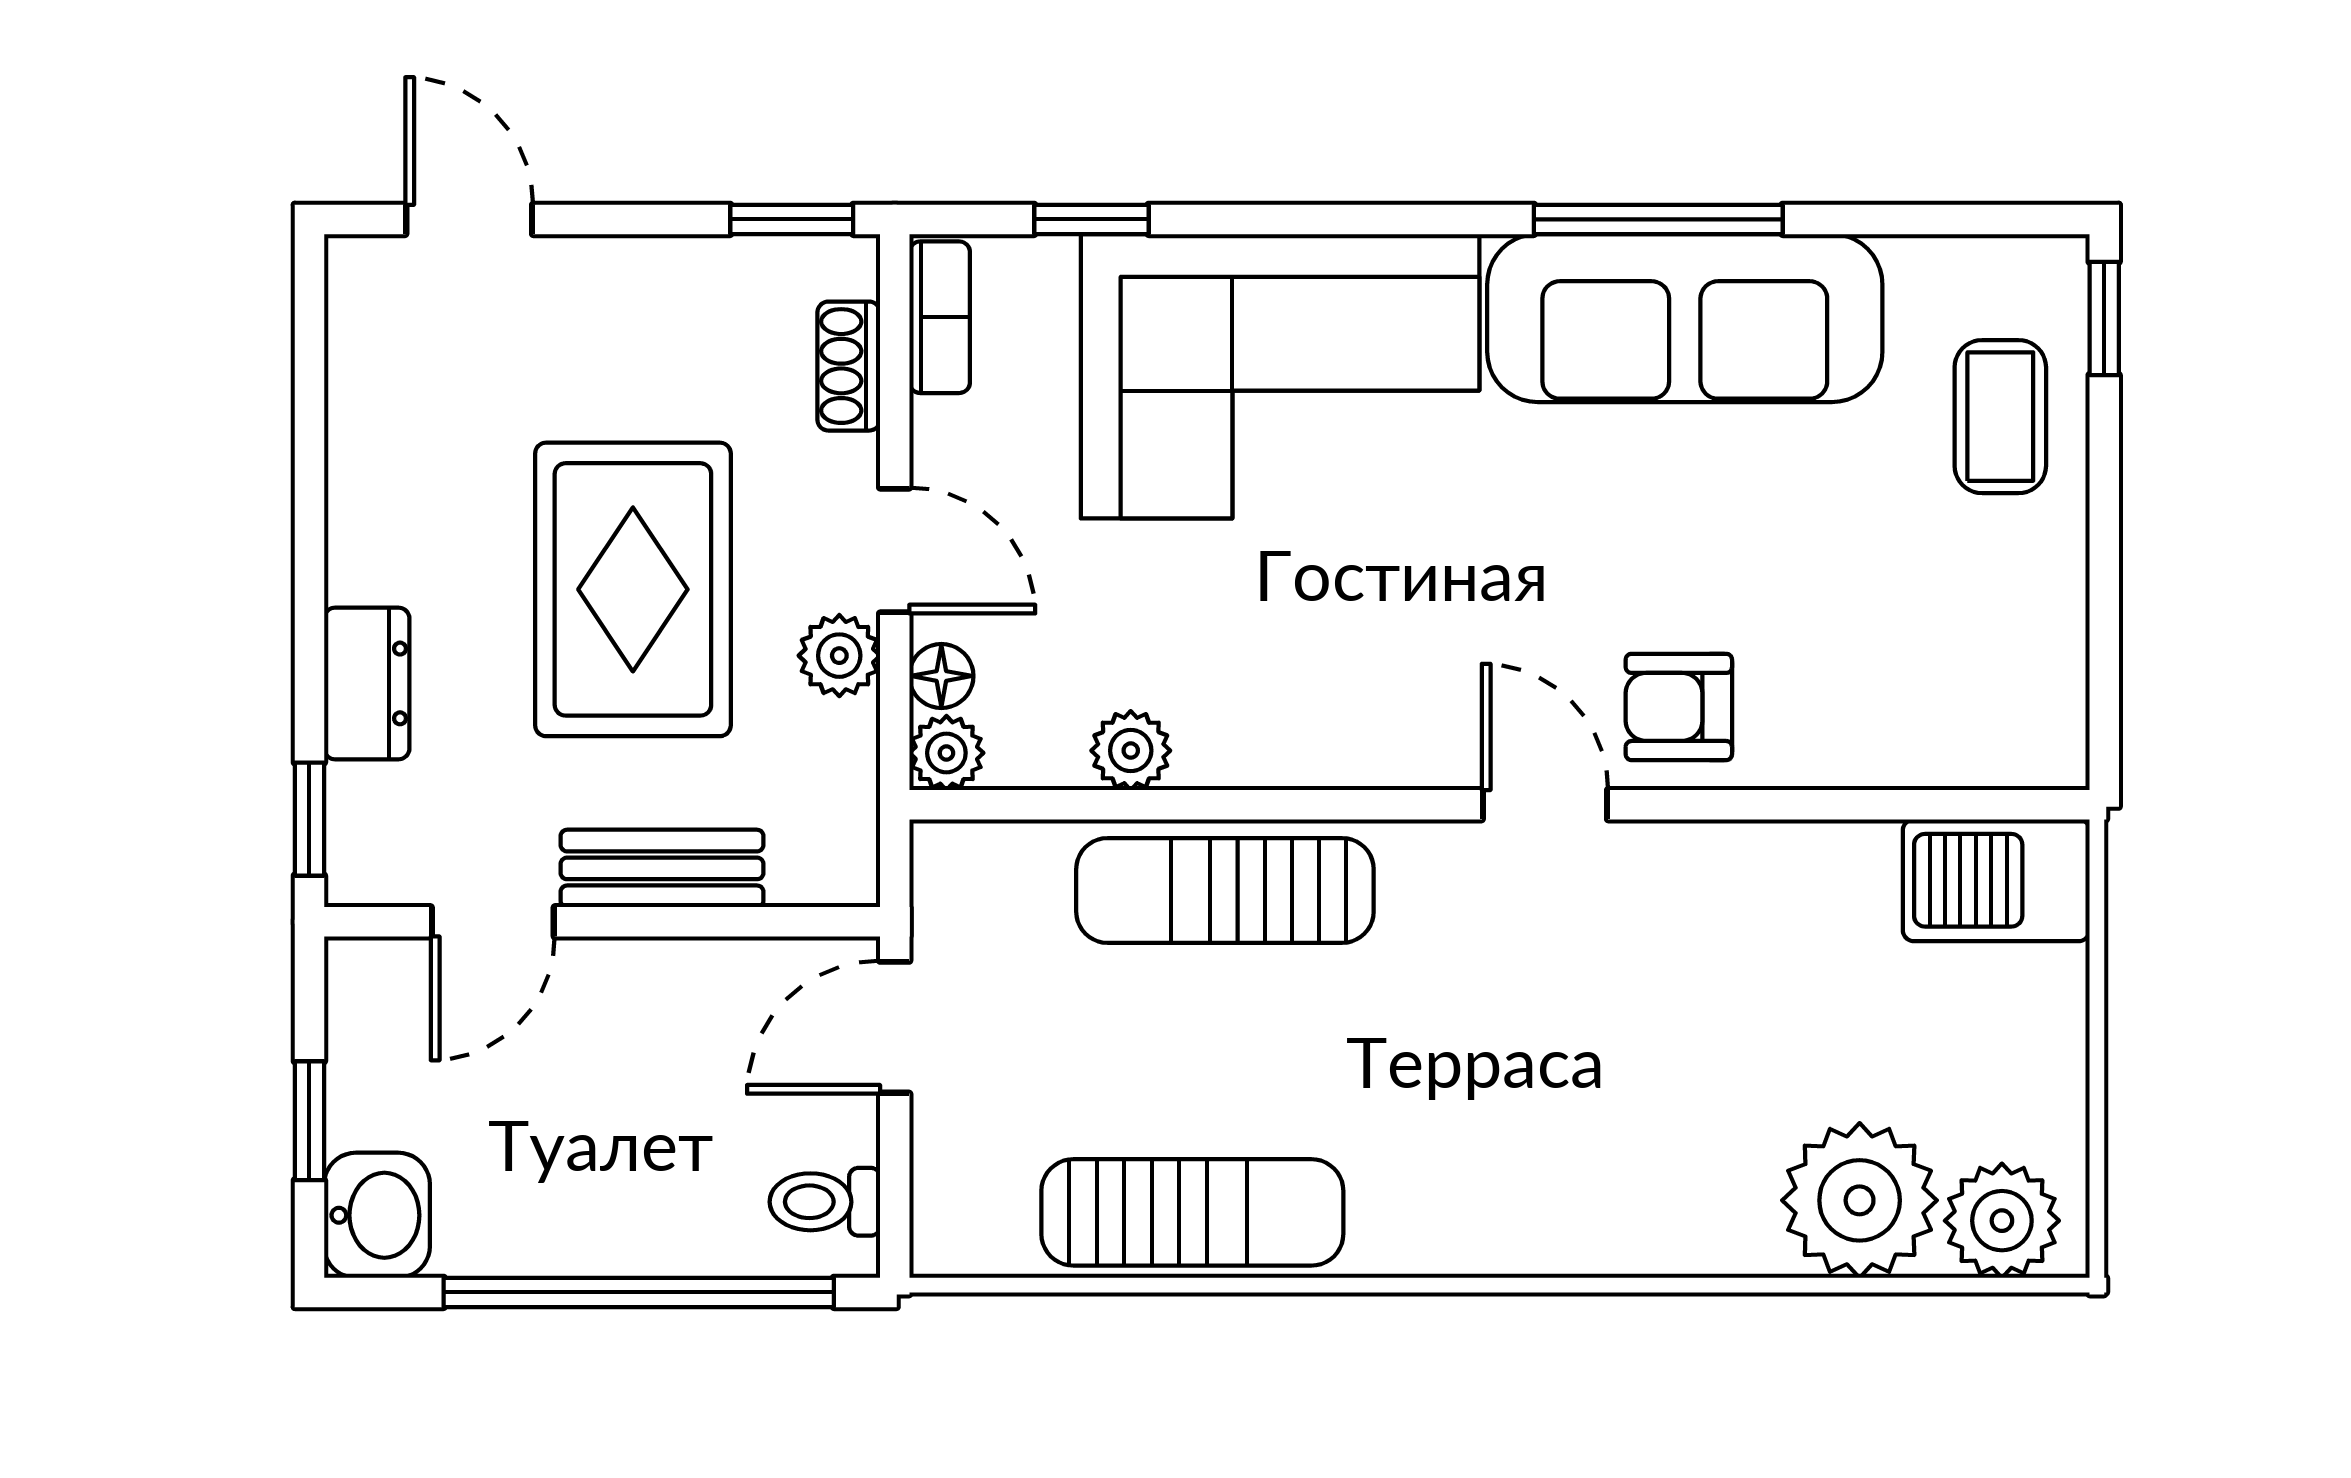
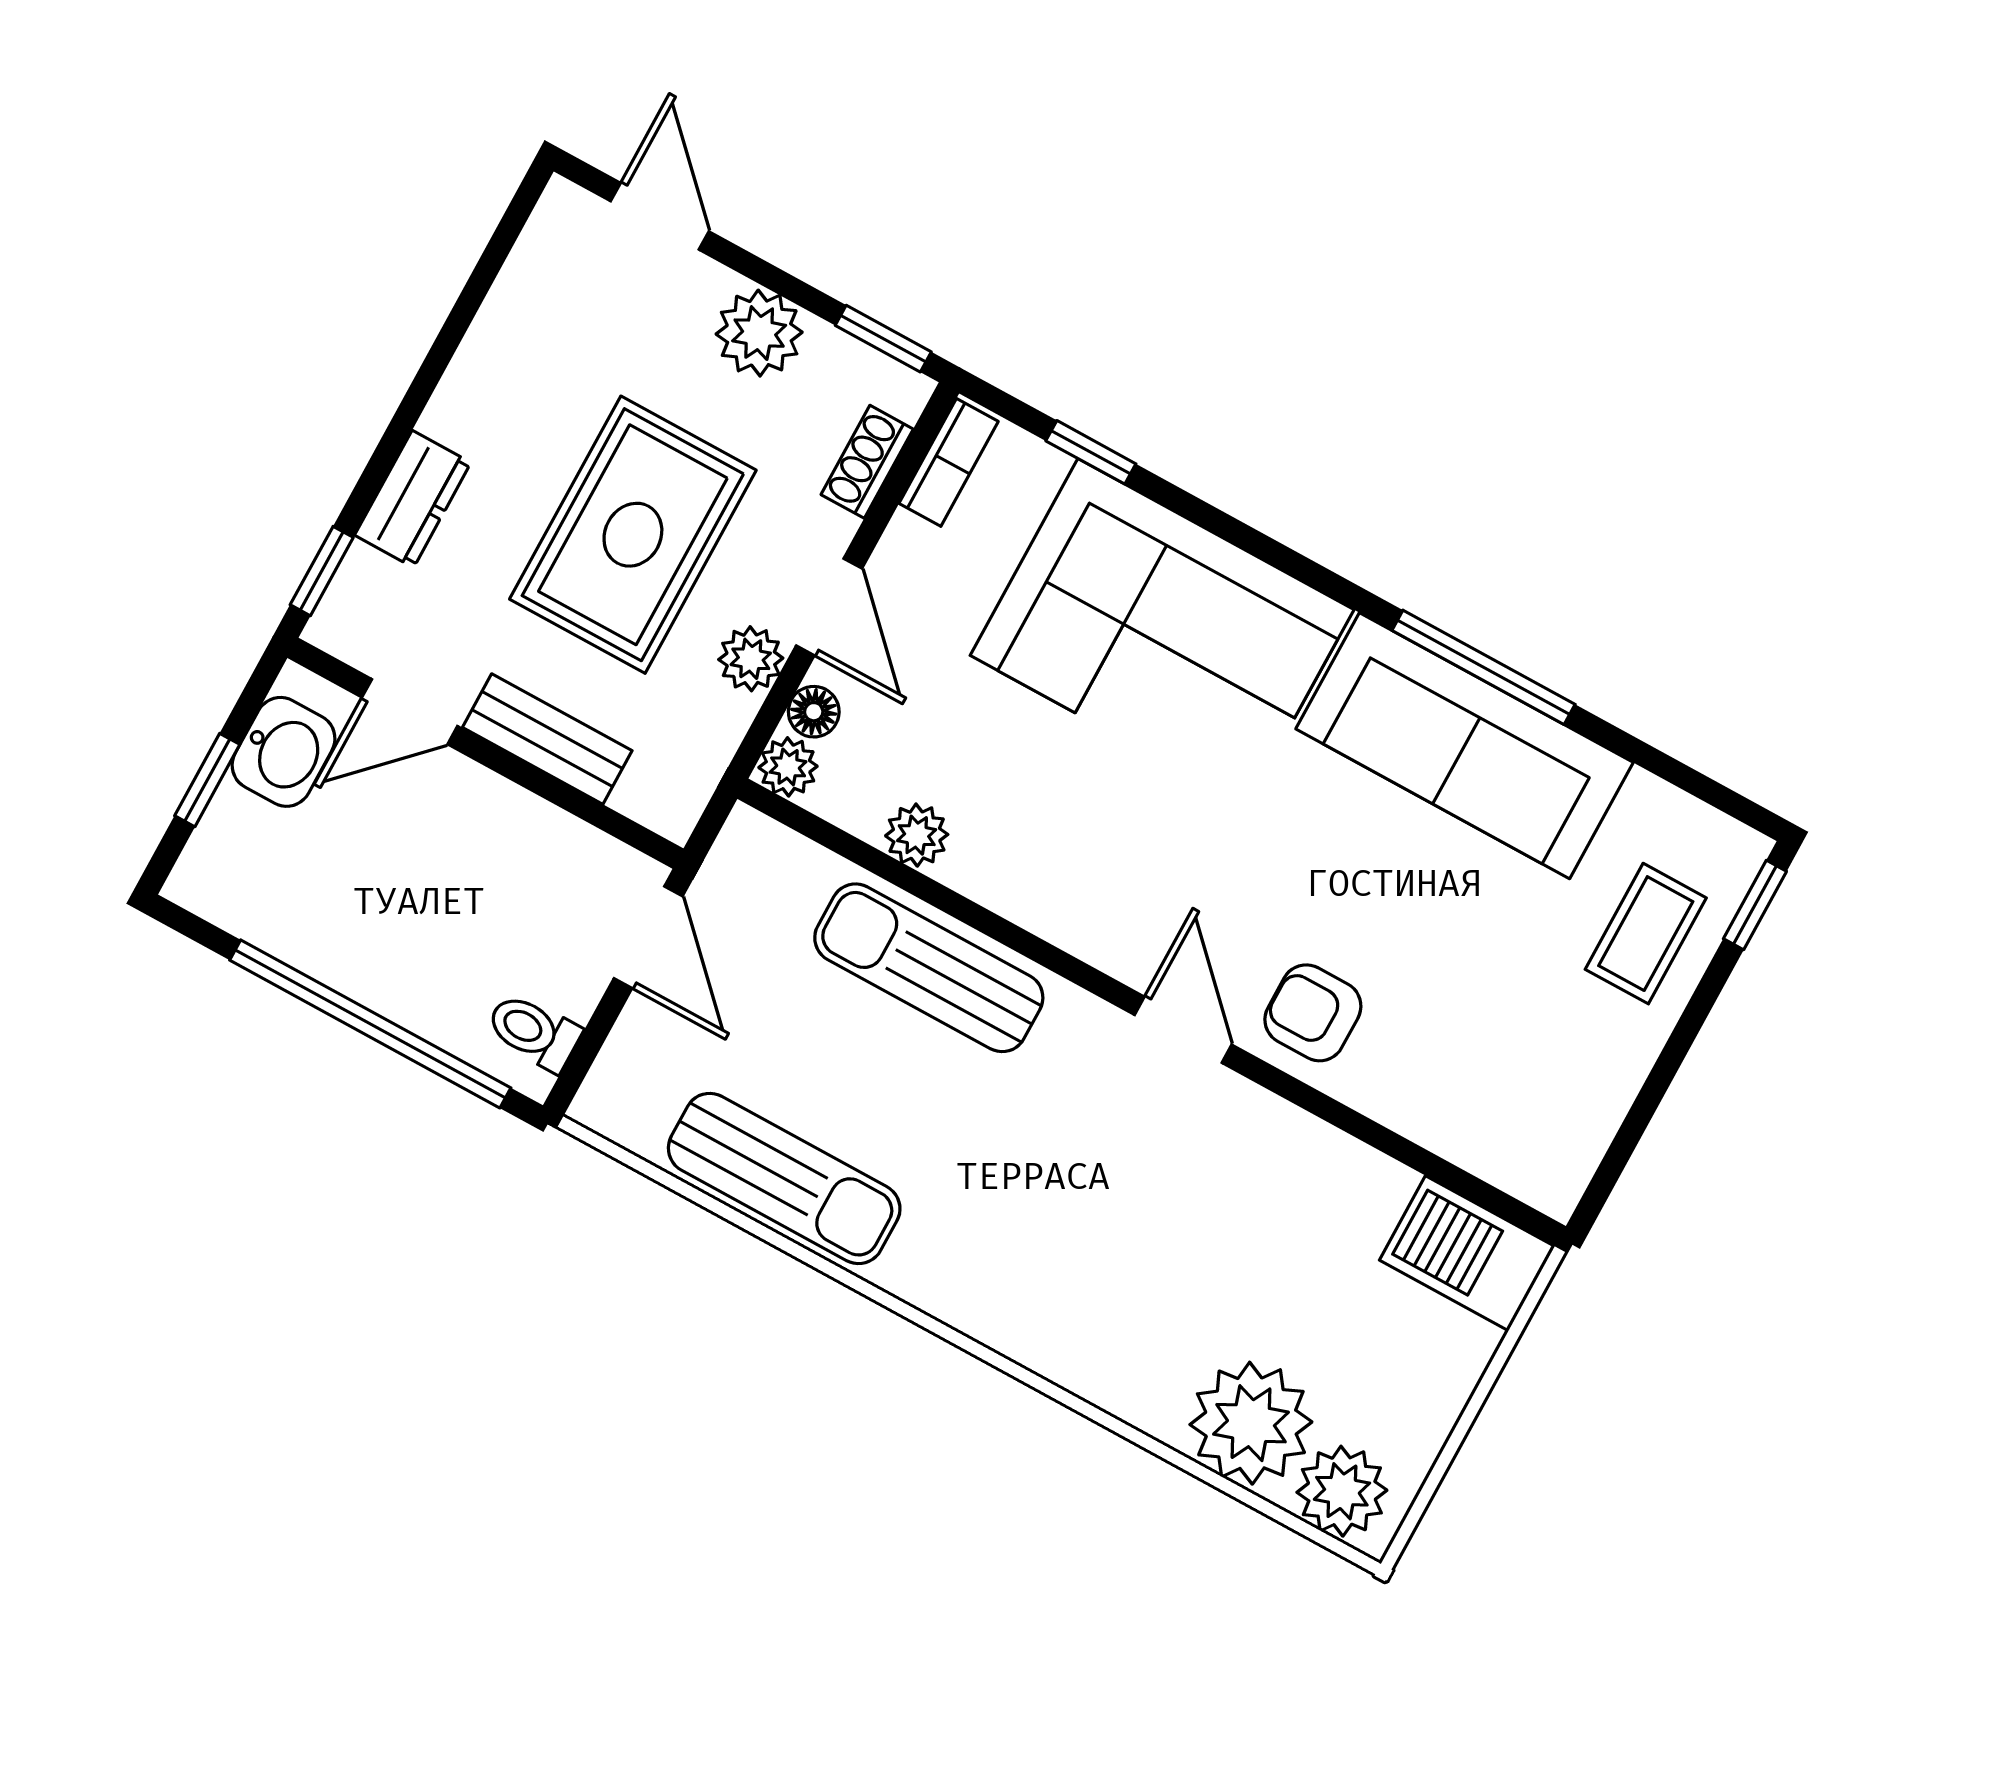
plant: (651, 289) -> (759, 333), added
door: (895, 1027) -> (648, 937), swing flipped
washbasin: (377, 1215) -> (284, 752), moved

